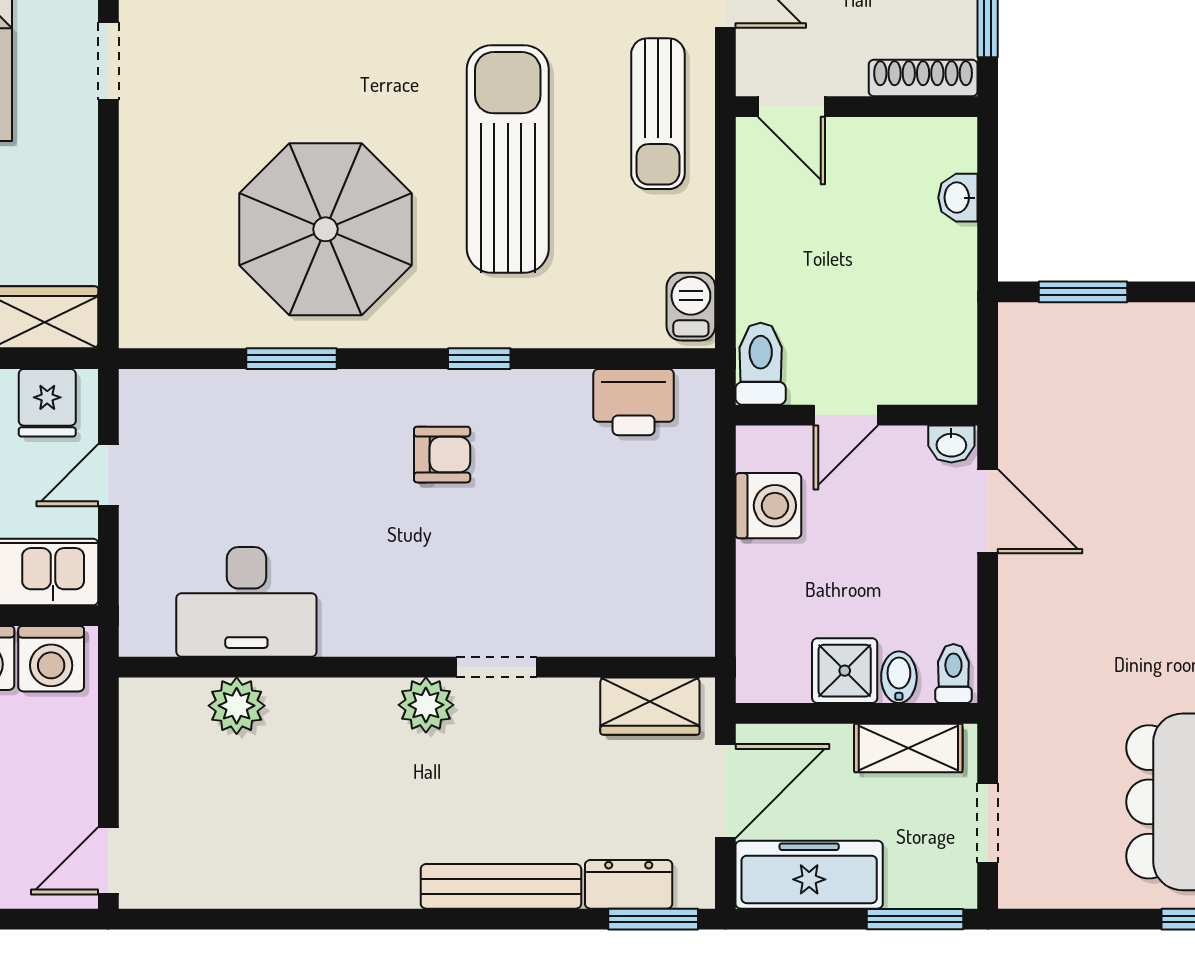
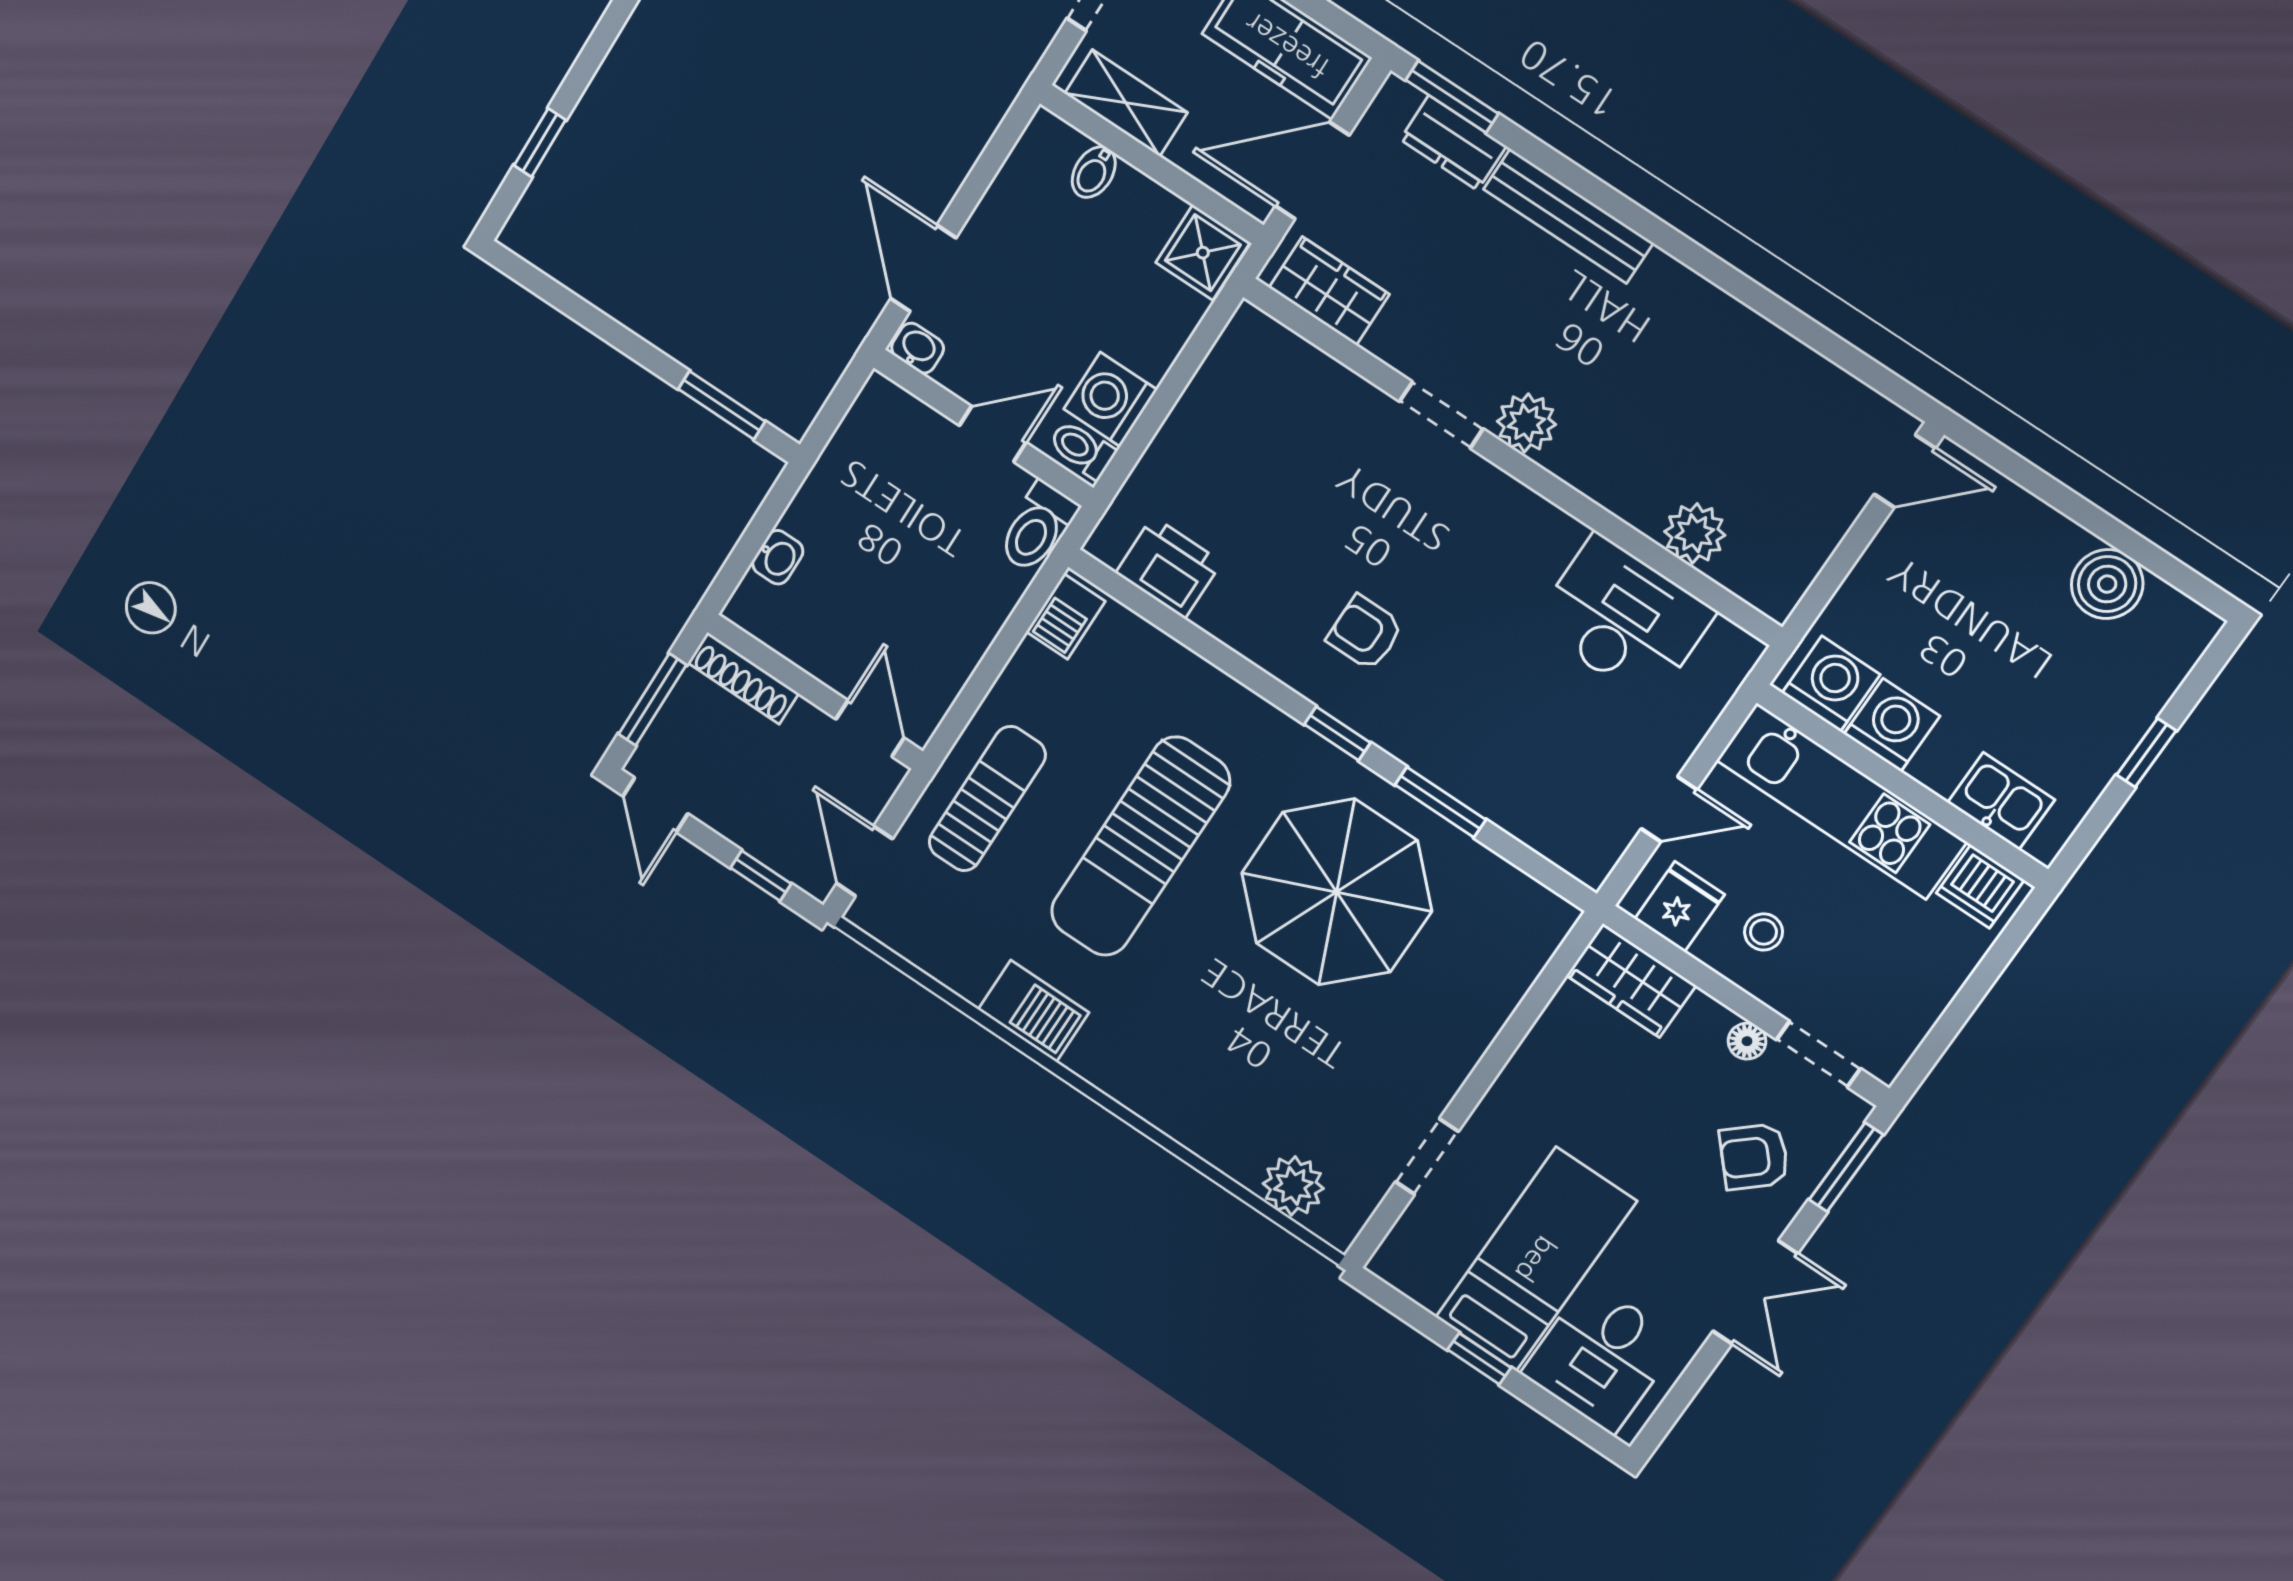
window: (479, 359) -> (1337, 734), moved
shower: (845, 671) -> (1203, 253), moved
toilet: (953, 673) -> (1082, 449), moved, turned 90

